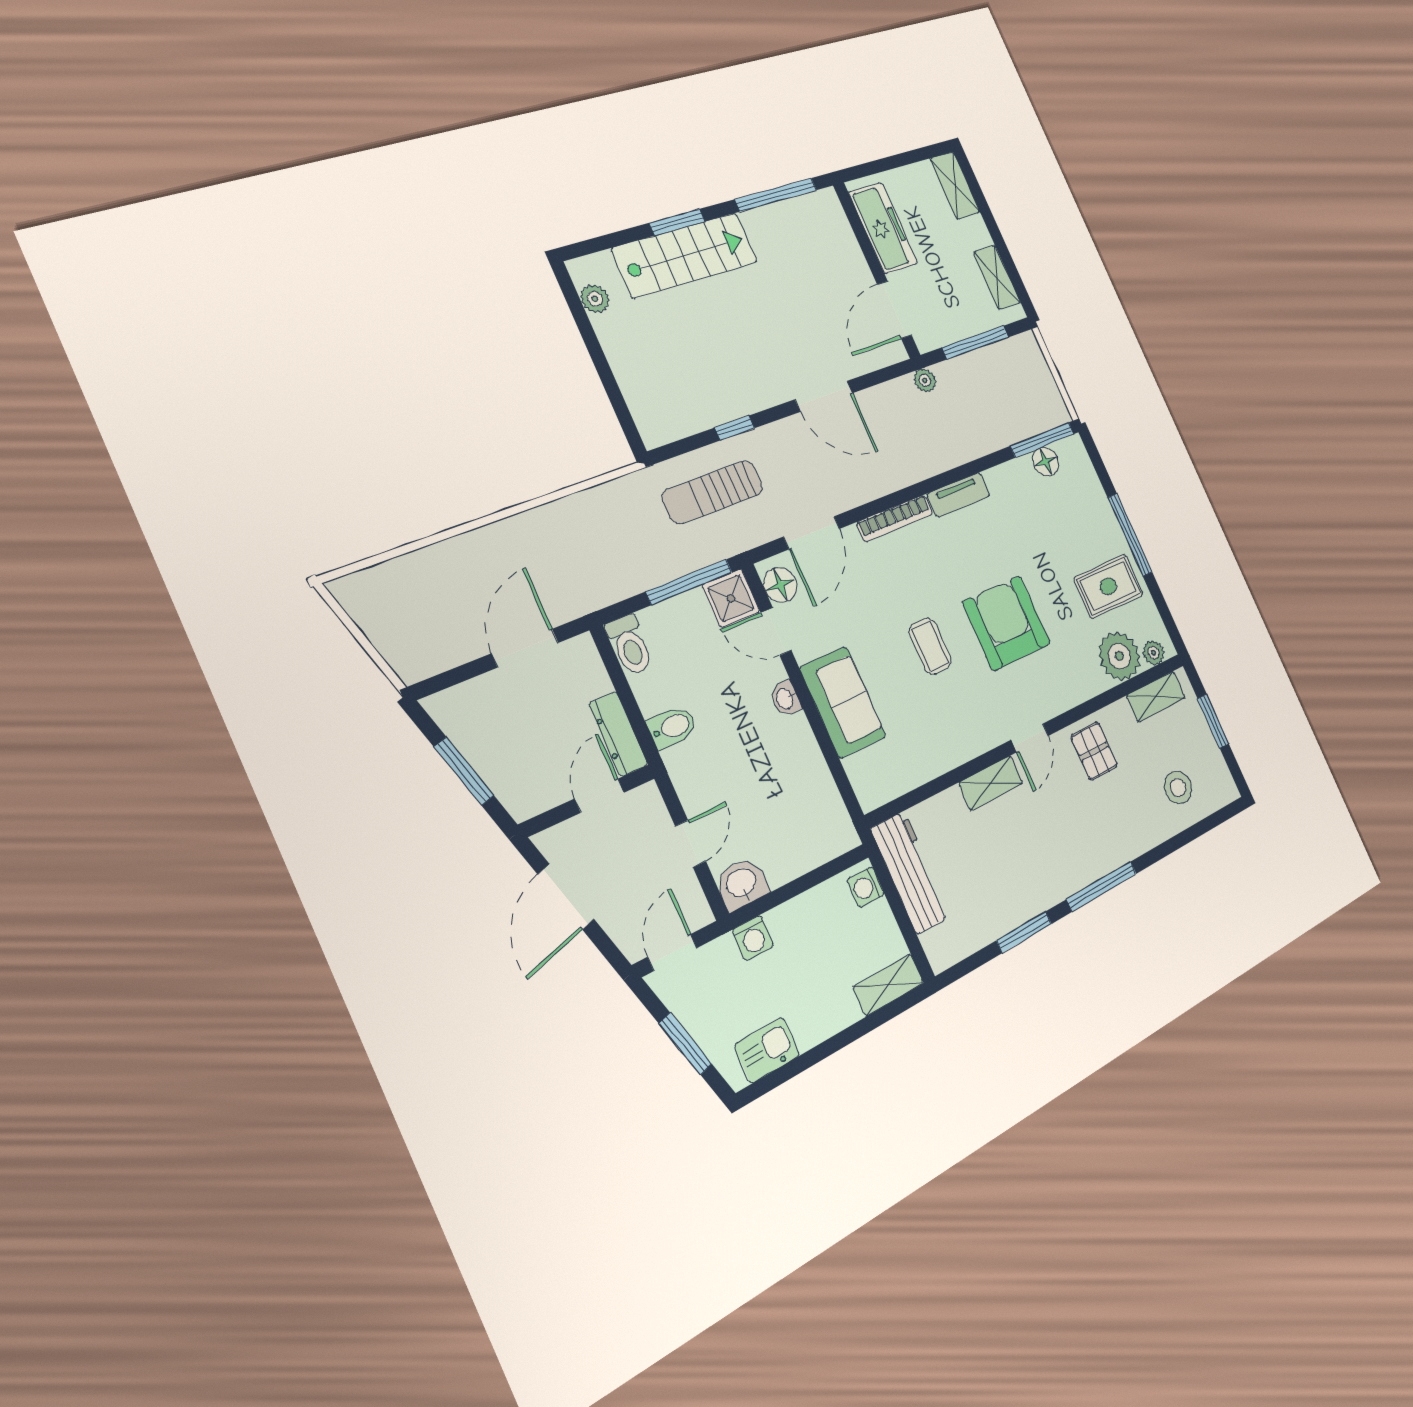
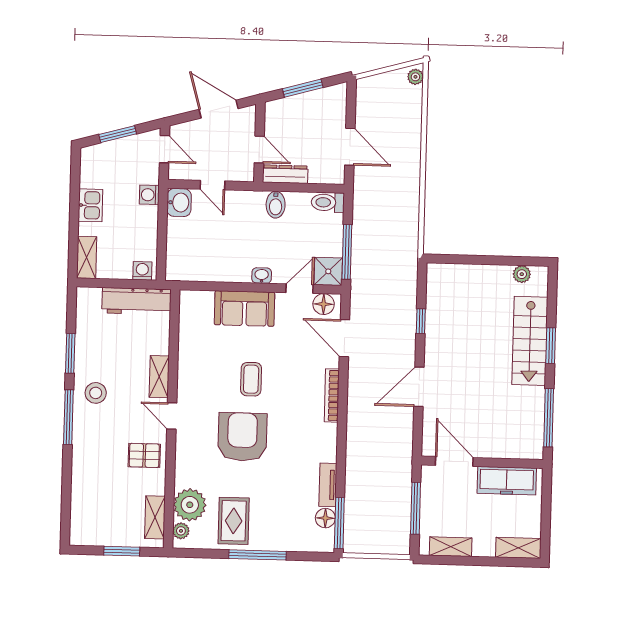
plant: (925, 380) -> (415, 77), moved
sun lounger: (713, 492) -> (390, 290), removed
tv unit: (959, 495) -> (328, 485), moved
armchair: (1007, 623) -> (242, 437), turned -90
coffee table: (930, 646) -> (251, 379), turned 90
stool: (1178, 788) -> (96, 393), moved
kitchen sink: (767, 1050) -> (90, 205), moved

